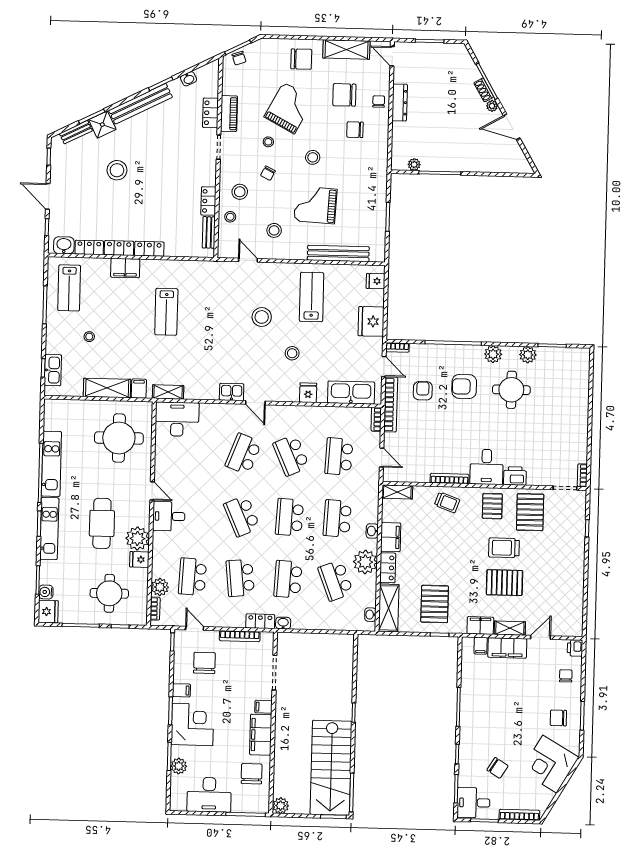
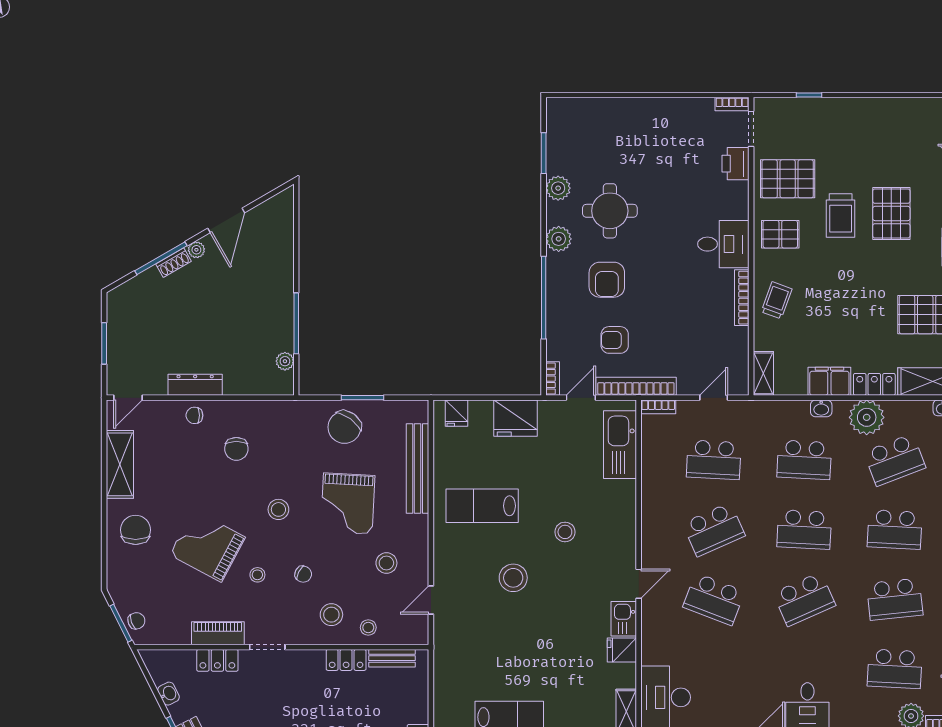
chair: (344, 95) -> (344, 427), moved, turned 36
fridge: (308, 393) -> (622, 650), moved
printer: (515, 476) -> (736, 164), moved

